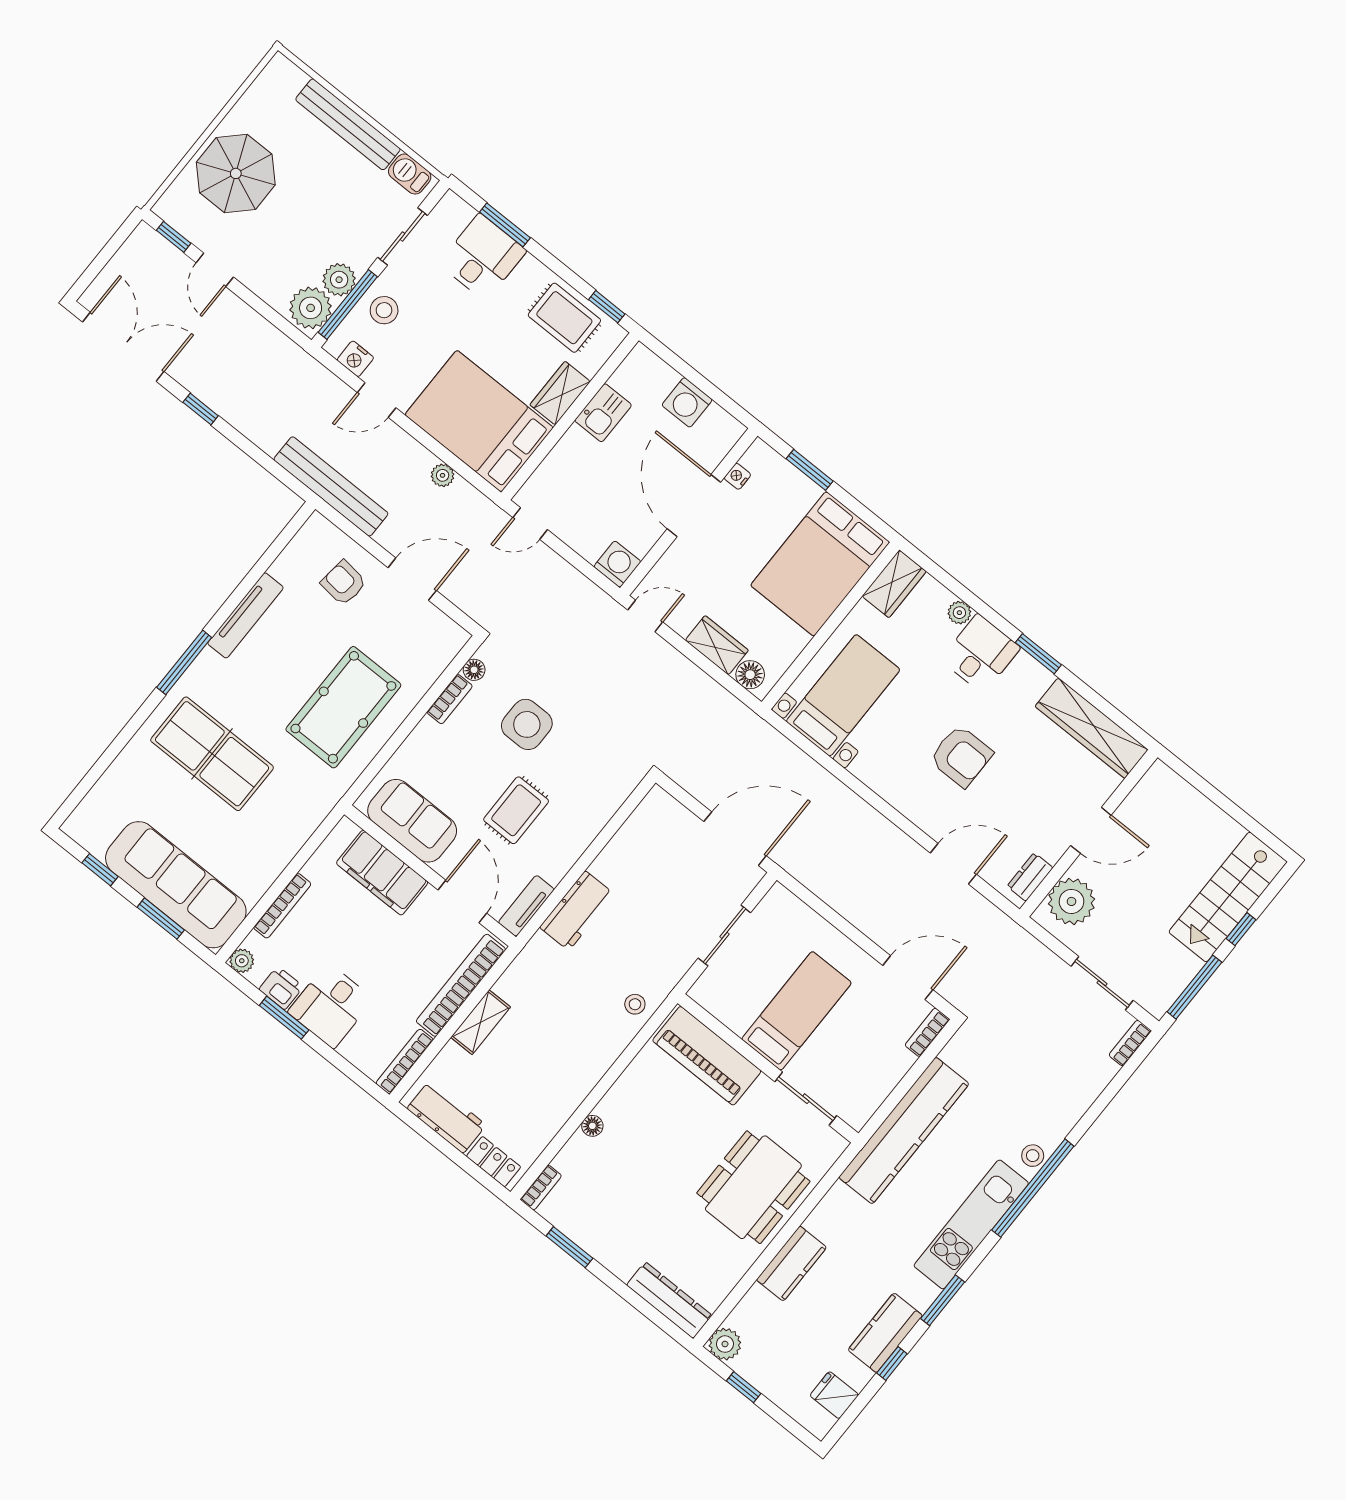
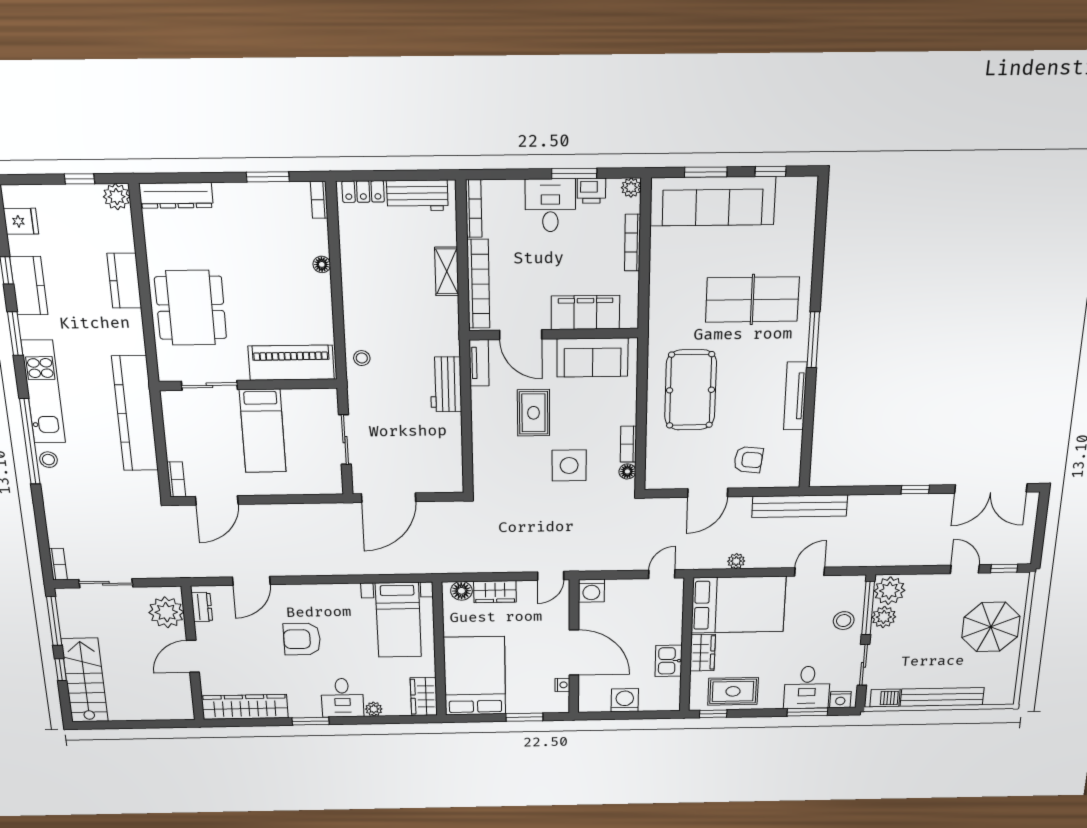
nightstand: (355, 359) -> (840, 700), moved, turned 180

